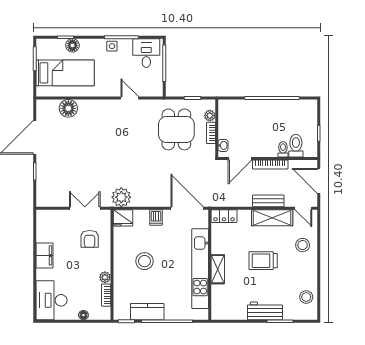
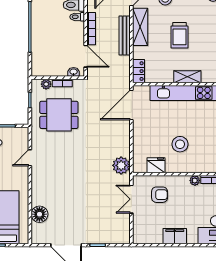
bench: (268, 201) -> (125, 36), width x1.36
dishwasher: (156, 217) -> (140, 134), removed
fridge: (123, 218) -> (156, 165), moved, turned -90

